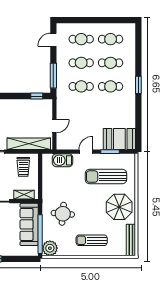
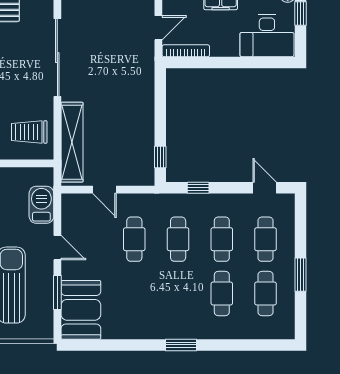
window: (100, 20) -> (301, 275), added
window: (53, 76) -> (198, 188), width x0.46
cafe table: (111, 86) -> (134, 239), moved

